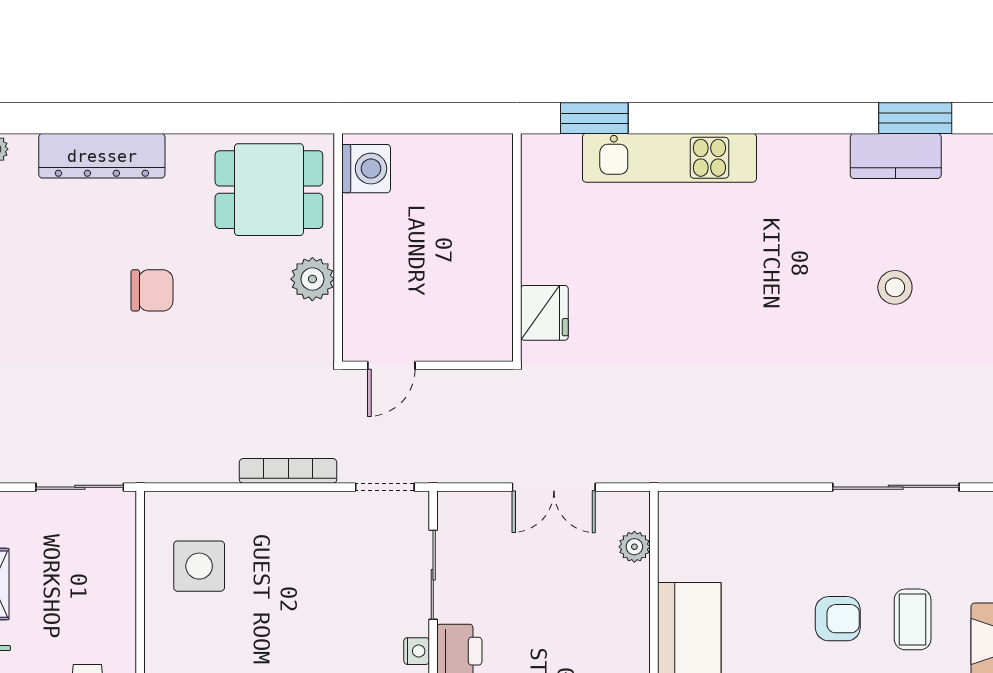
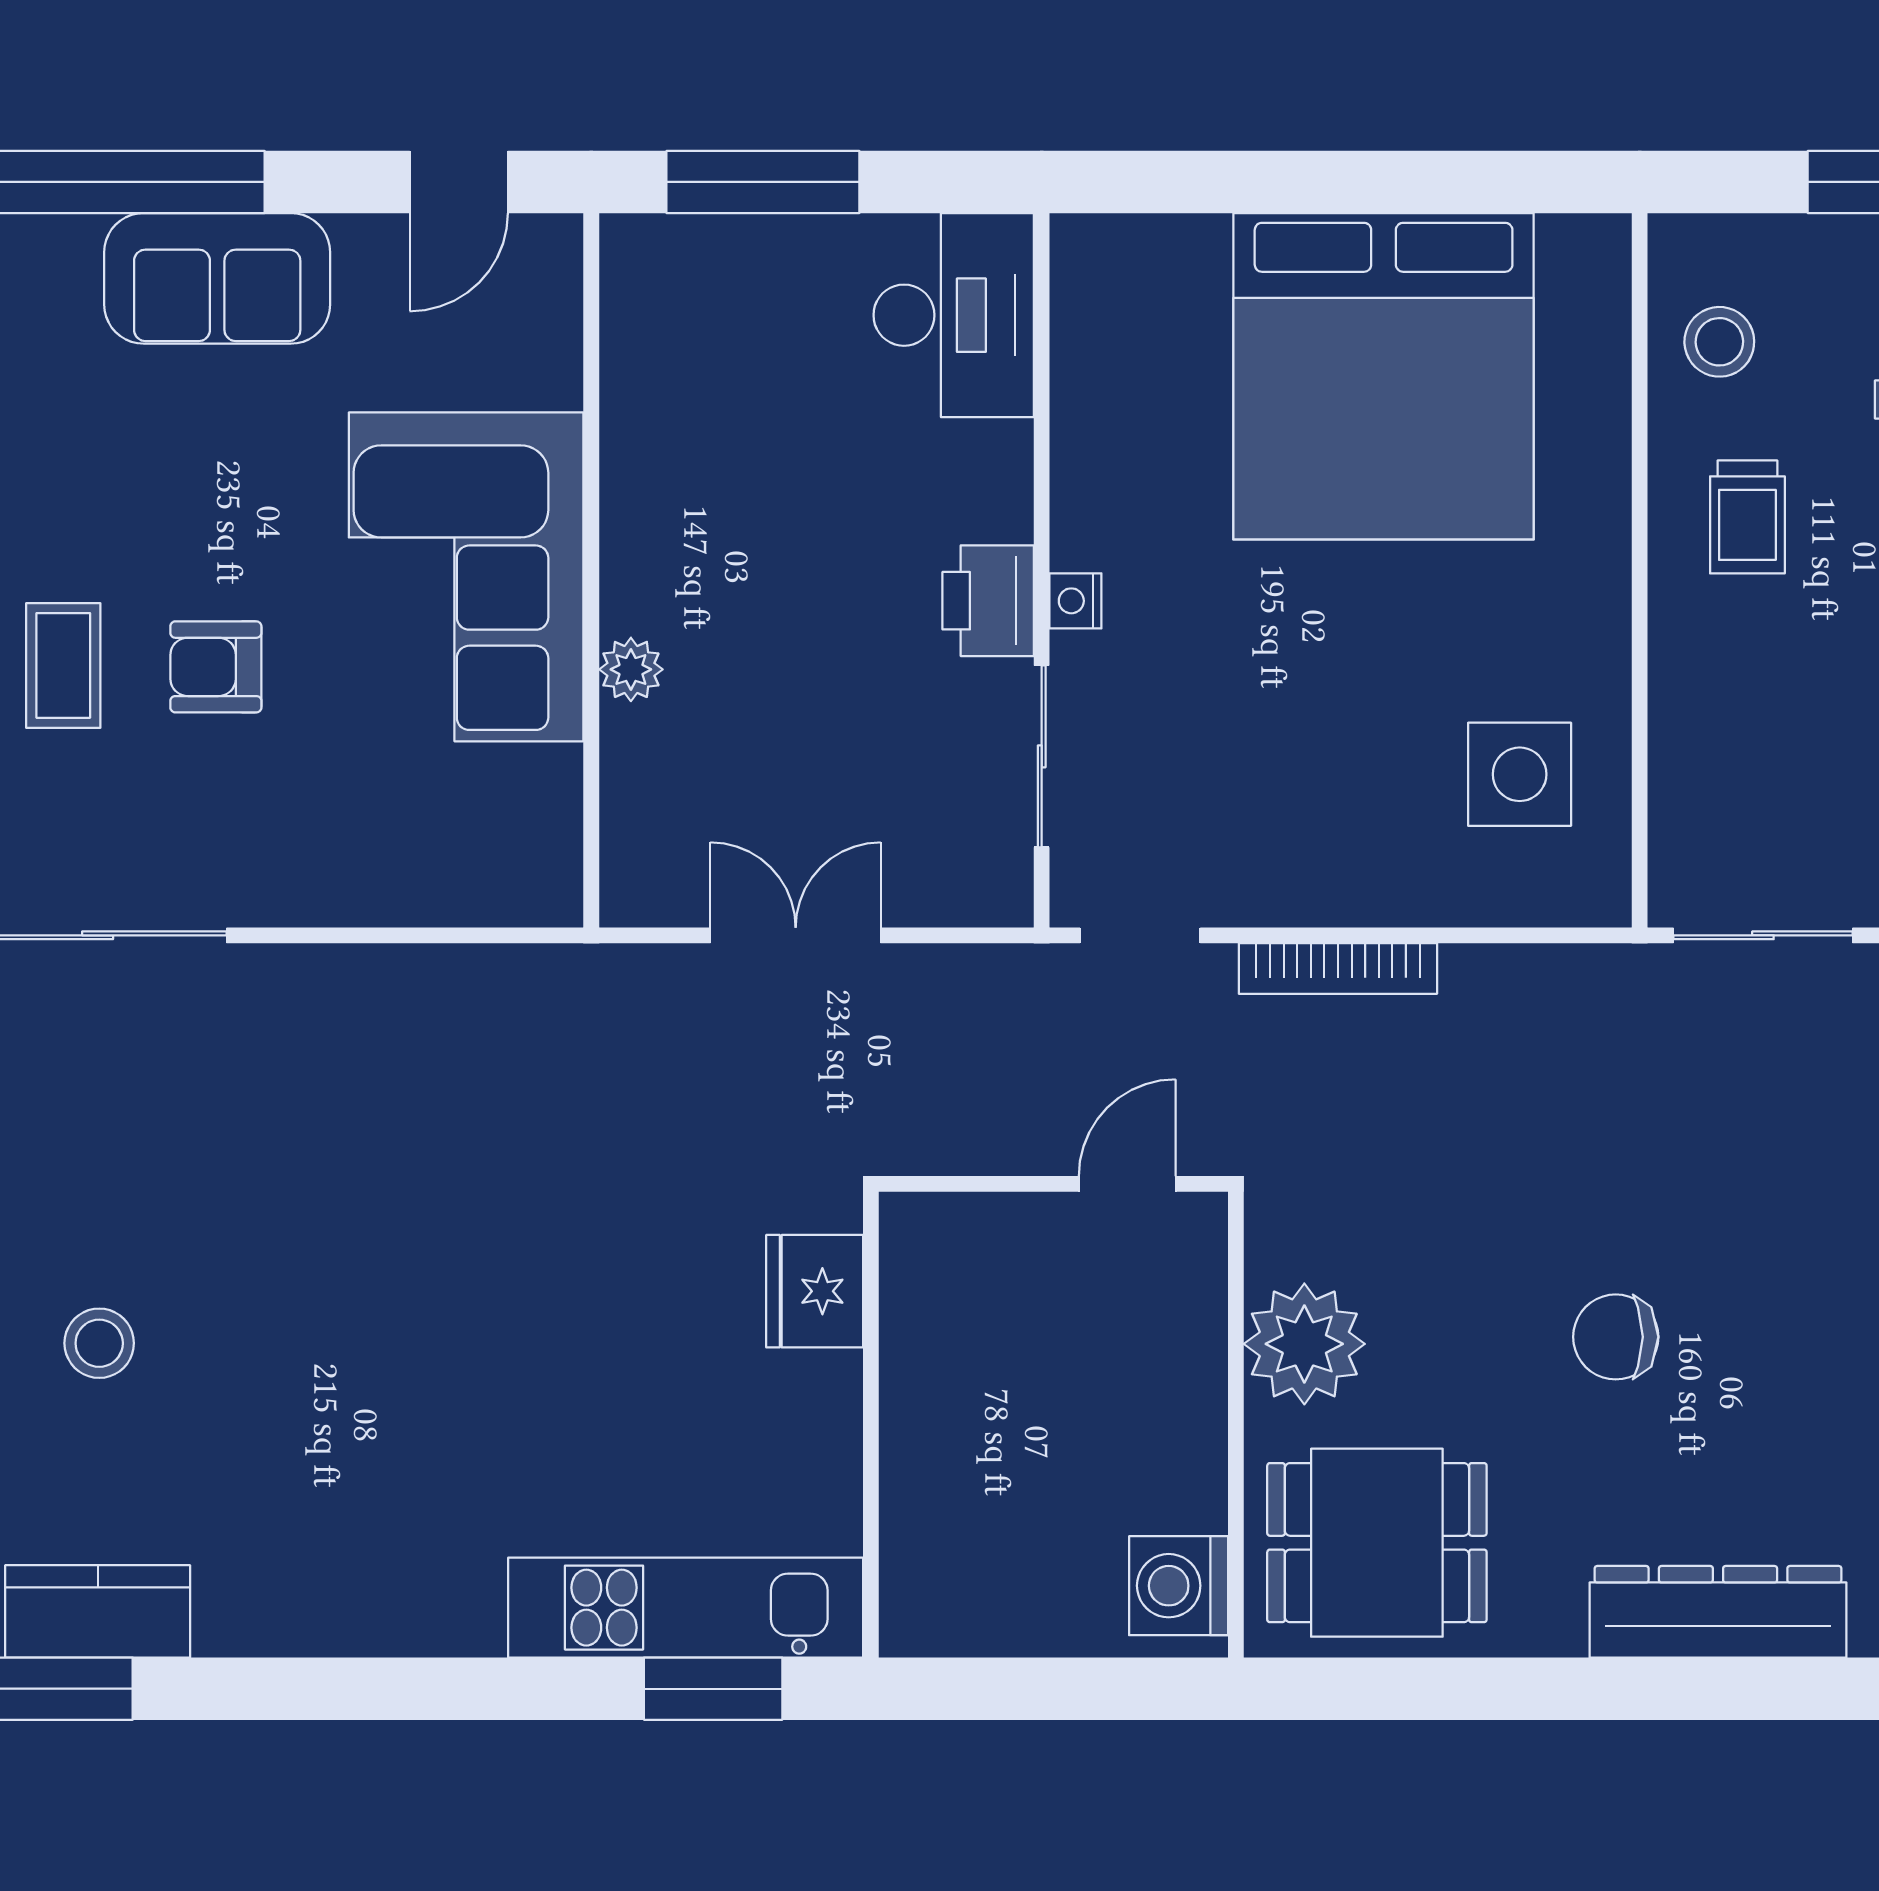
kitchen unit: (669, 158) -> (686, 1608), moved
plant: (312, 279) -> (1304, 1344), width x1.36, depth x1.36
plant: (634, 547) -> (631, 669), moved

